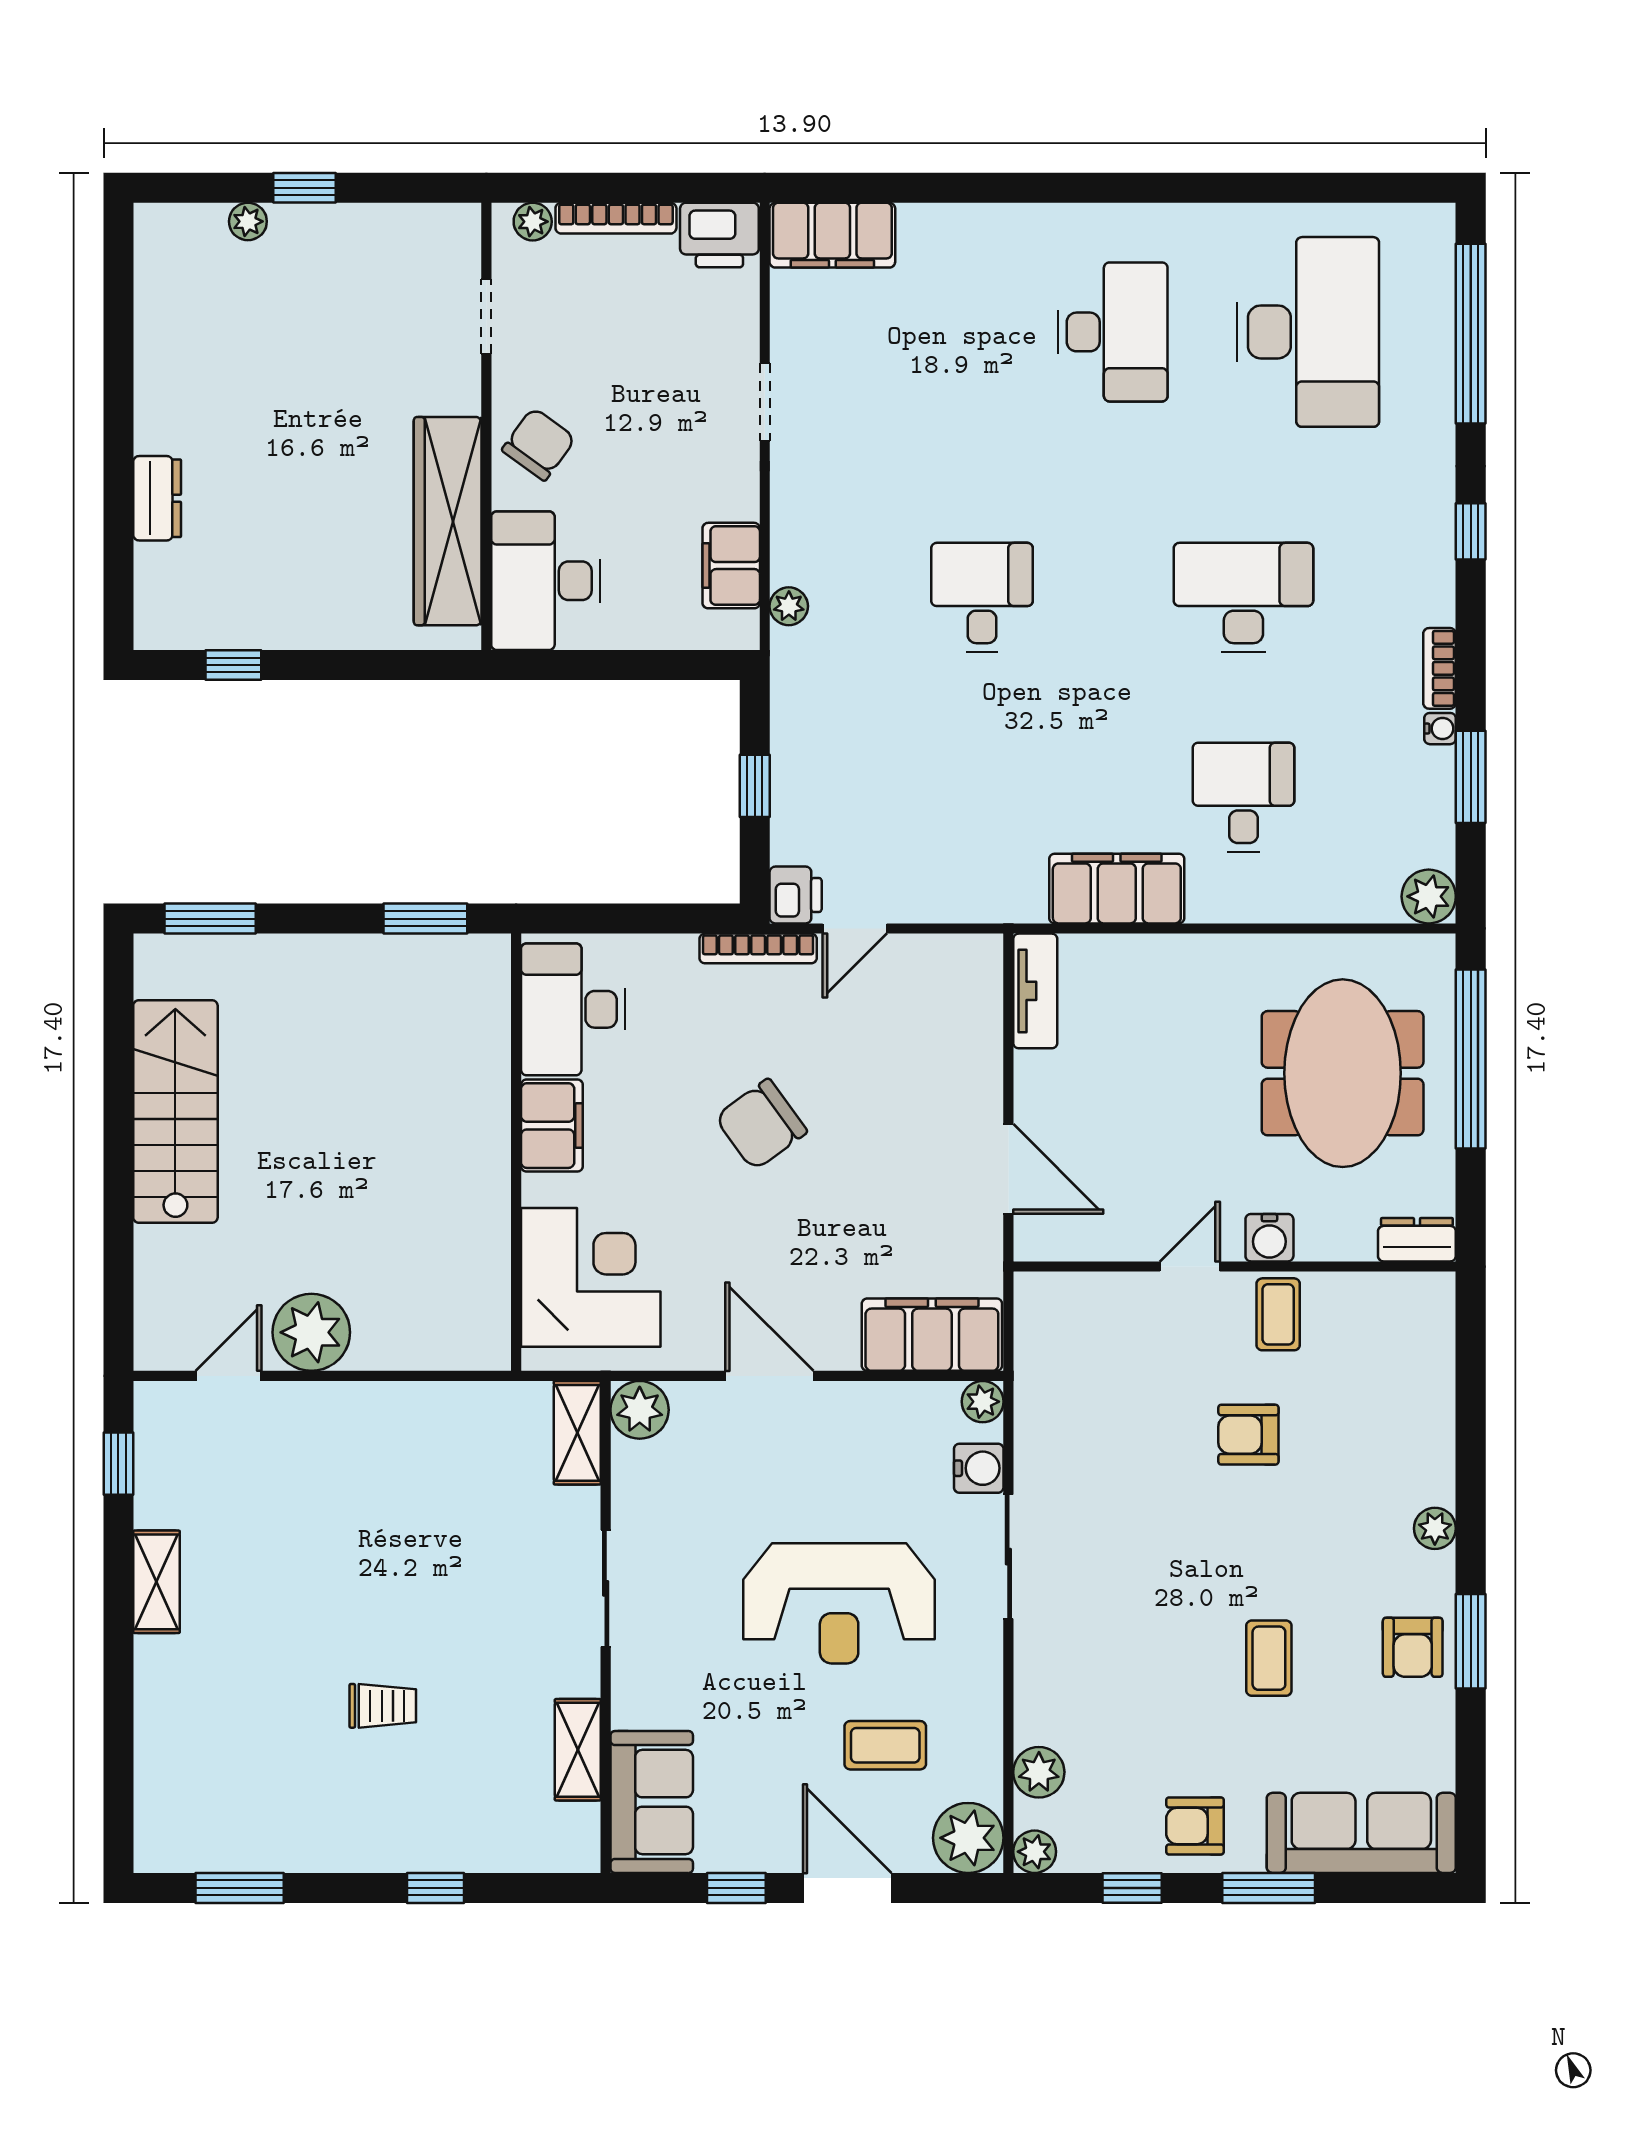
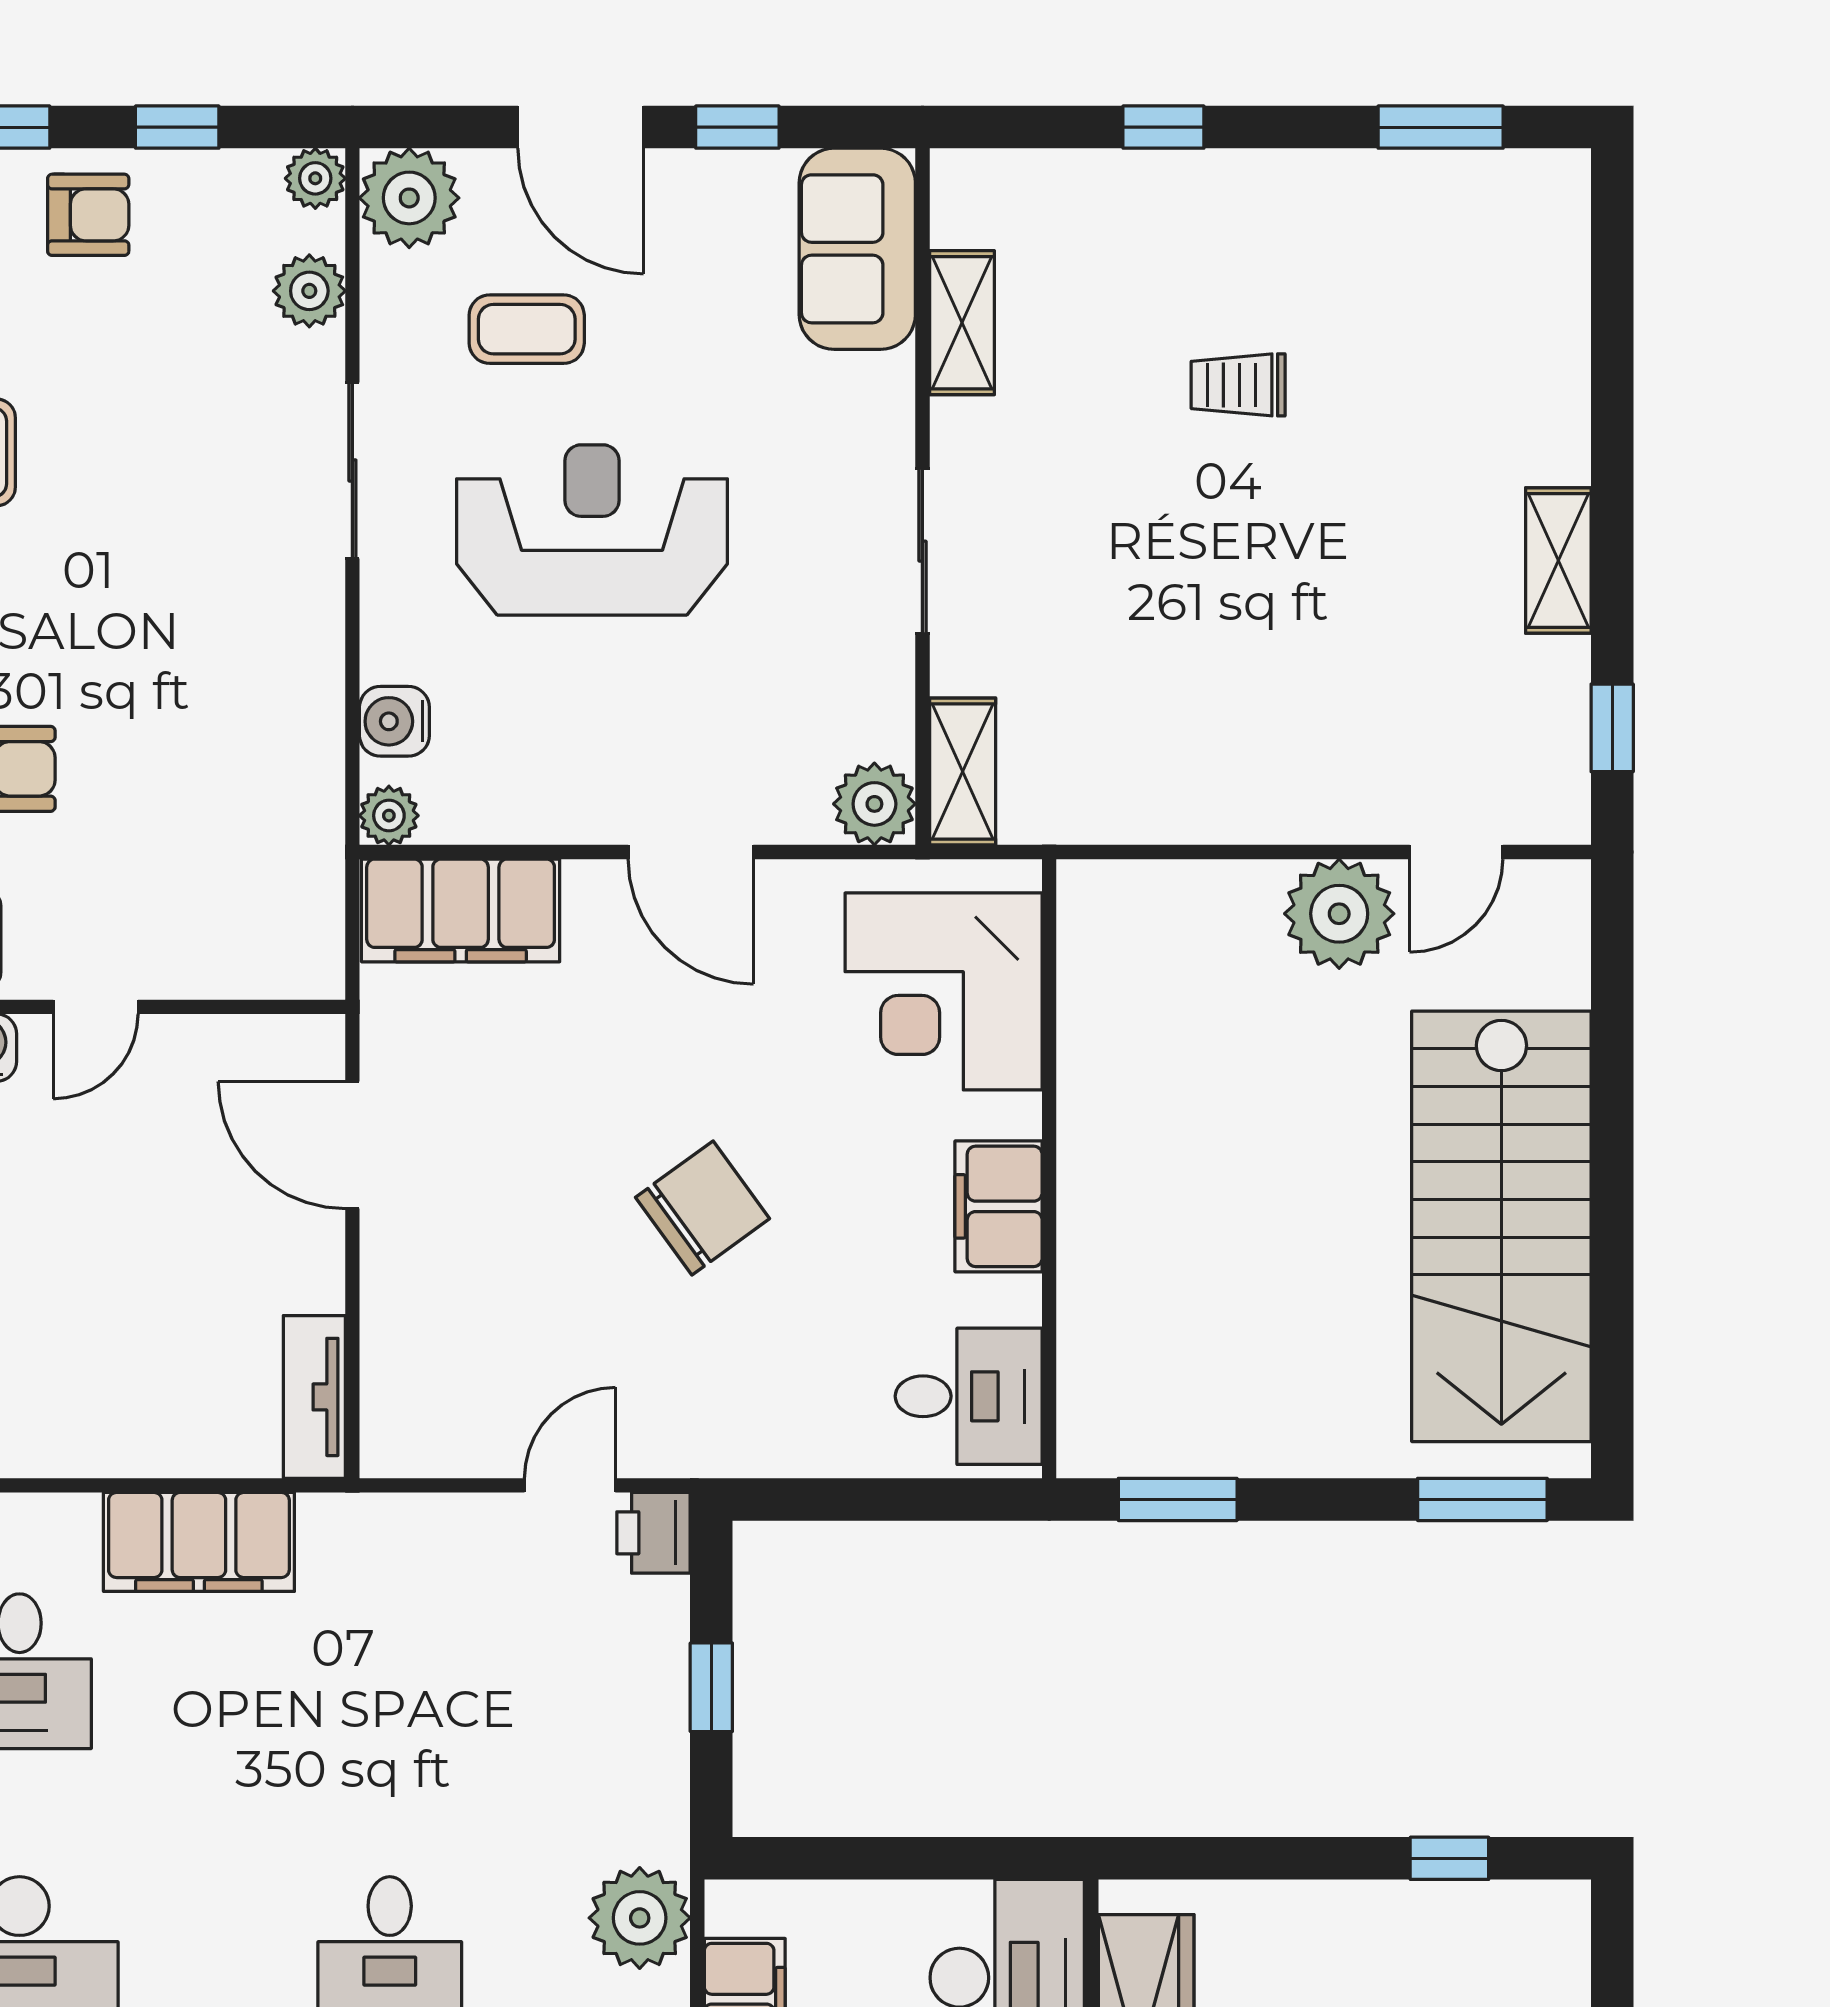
plant: (789, 606) -> (640, 1918), width x1.87, depth x1.87
bookcase: (758, 948) -> (707, 1457), removed
desk: (573, 1009) -> (969, 1396), width x0.73
stairs: (175, 1111) -> (1501, 1226), width x1.36, depth x1.51
sliding door: (1008, 1557) -> (352, 470), moved

